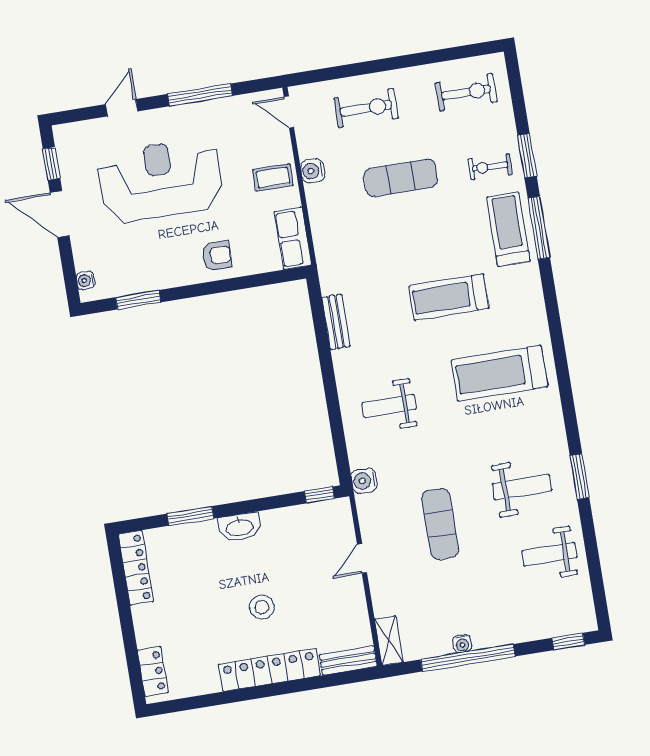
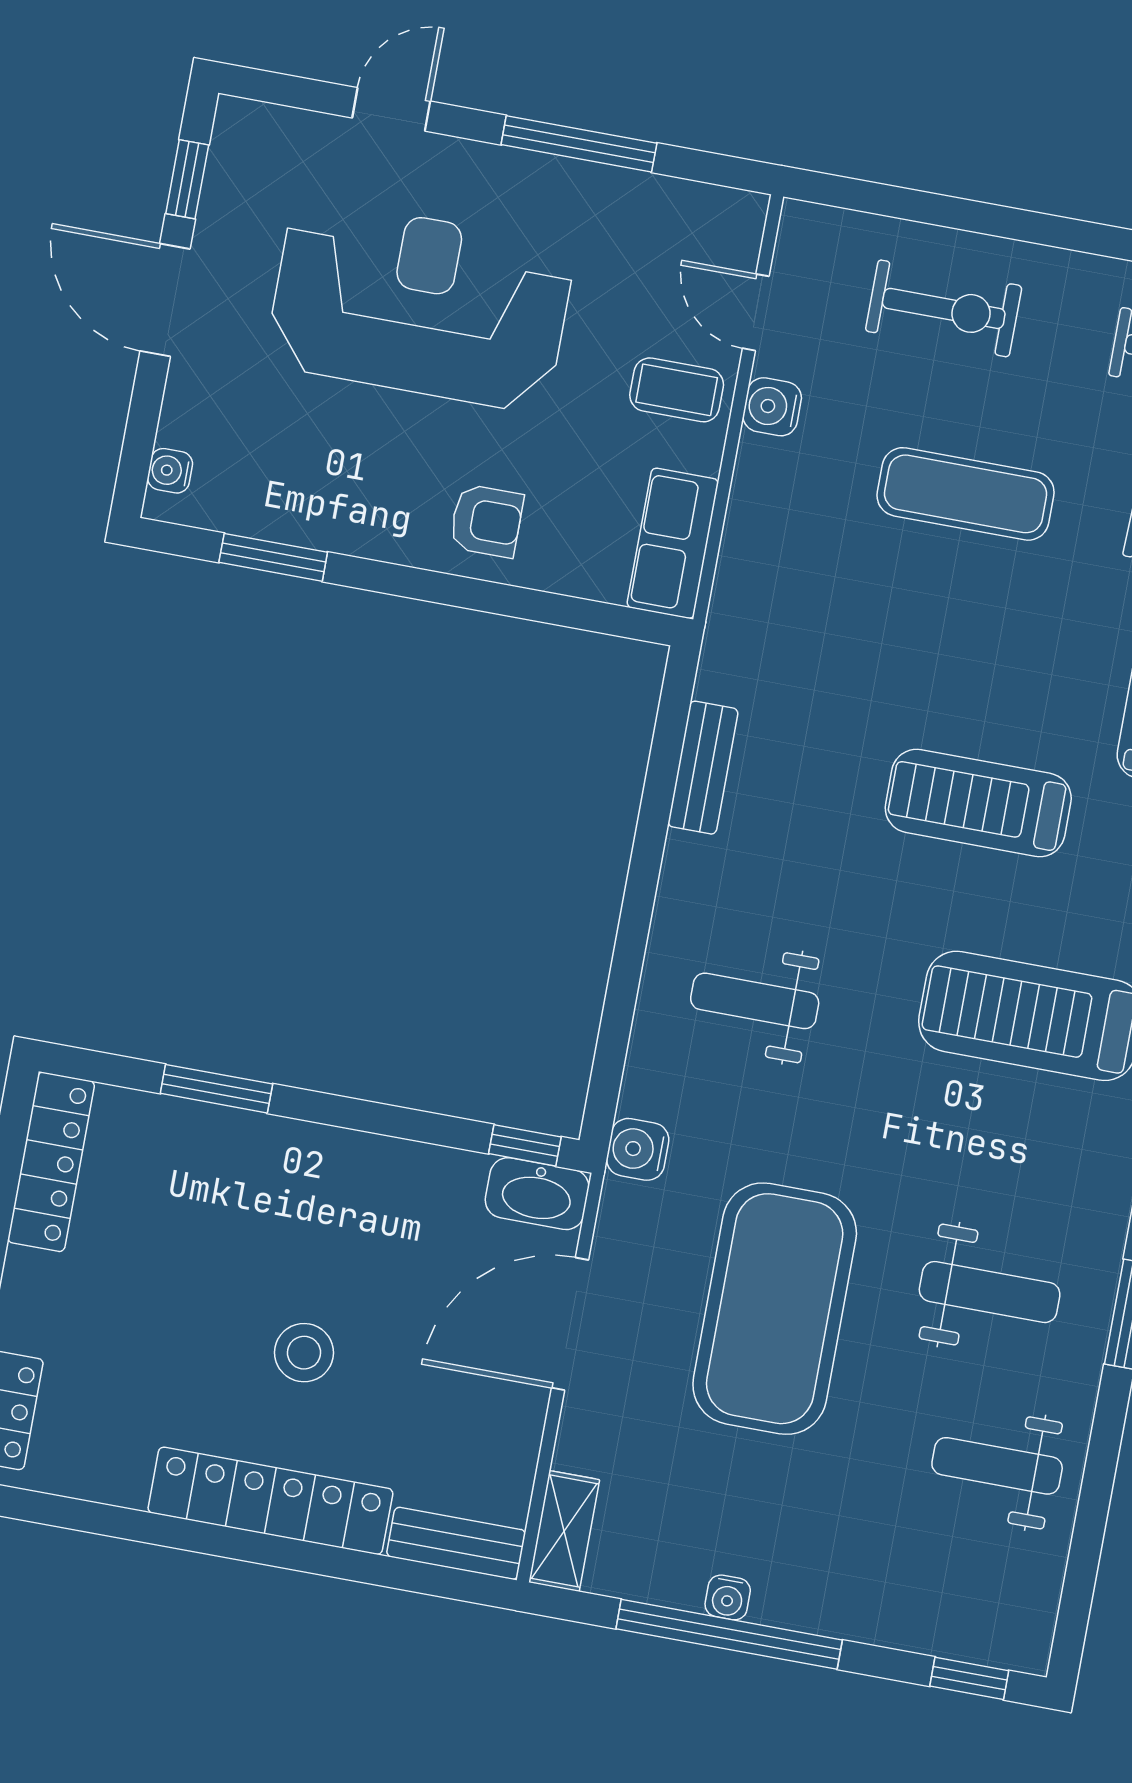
door: (289, 112) -> (756, 312), moved
exercise mat: (440, 524) -> (775, 1309), width x2.00, depth x1.45
washbasin: (240, 527) -> (537, 1194), moved
door: (362, 559) -> (570, 1324), width x1.87

